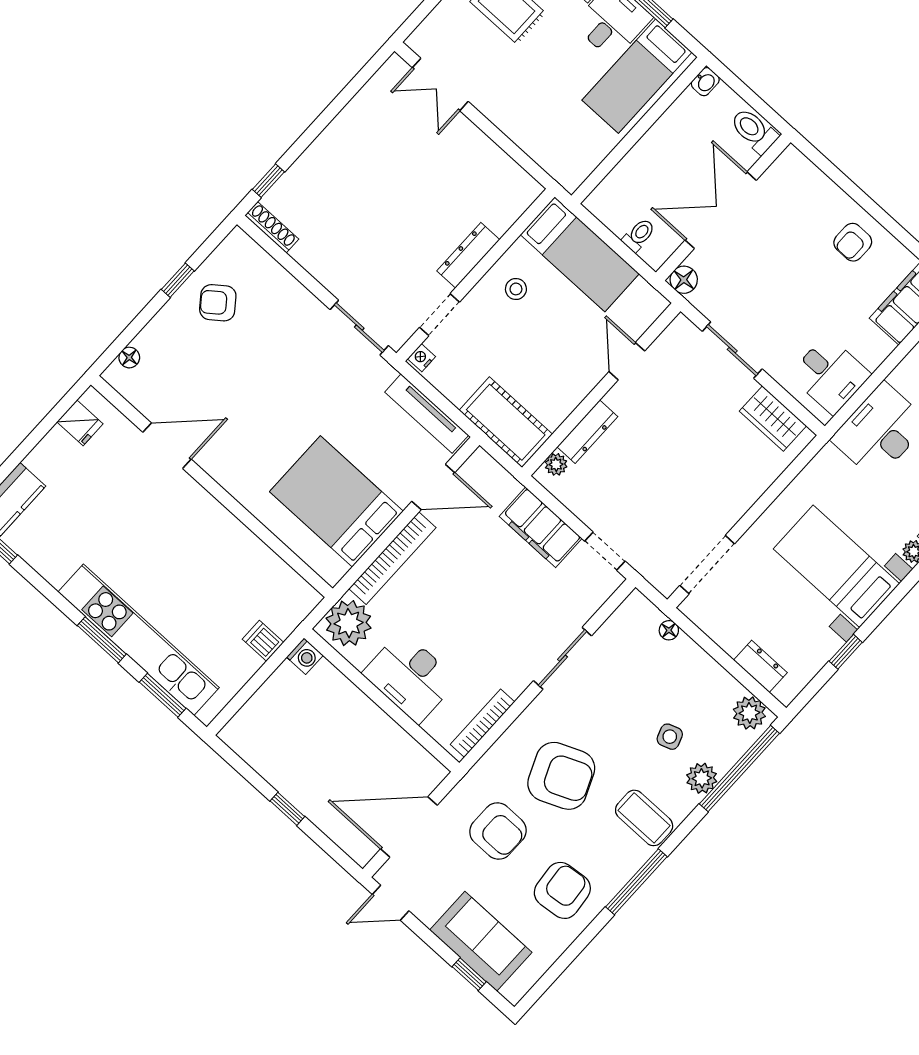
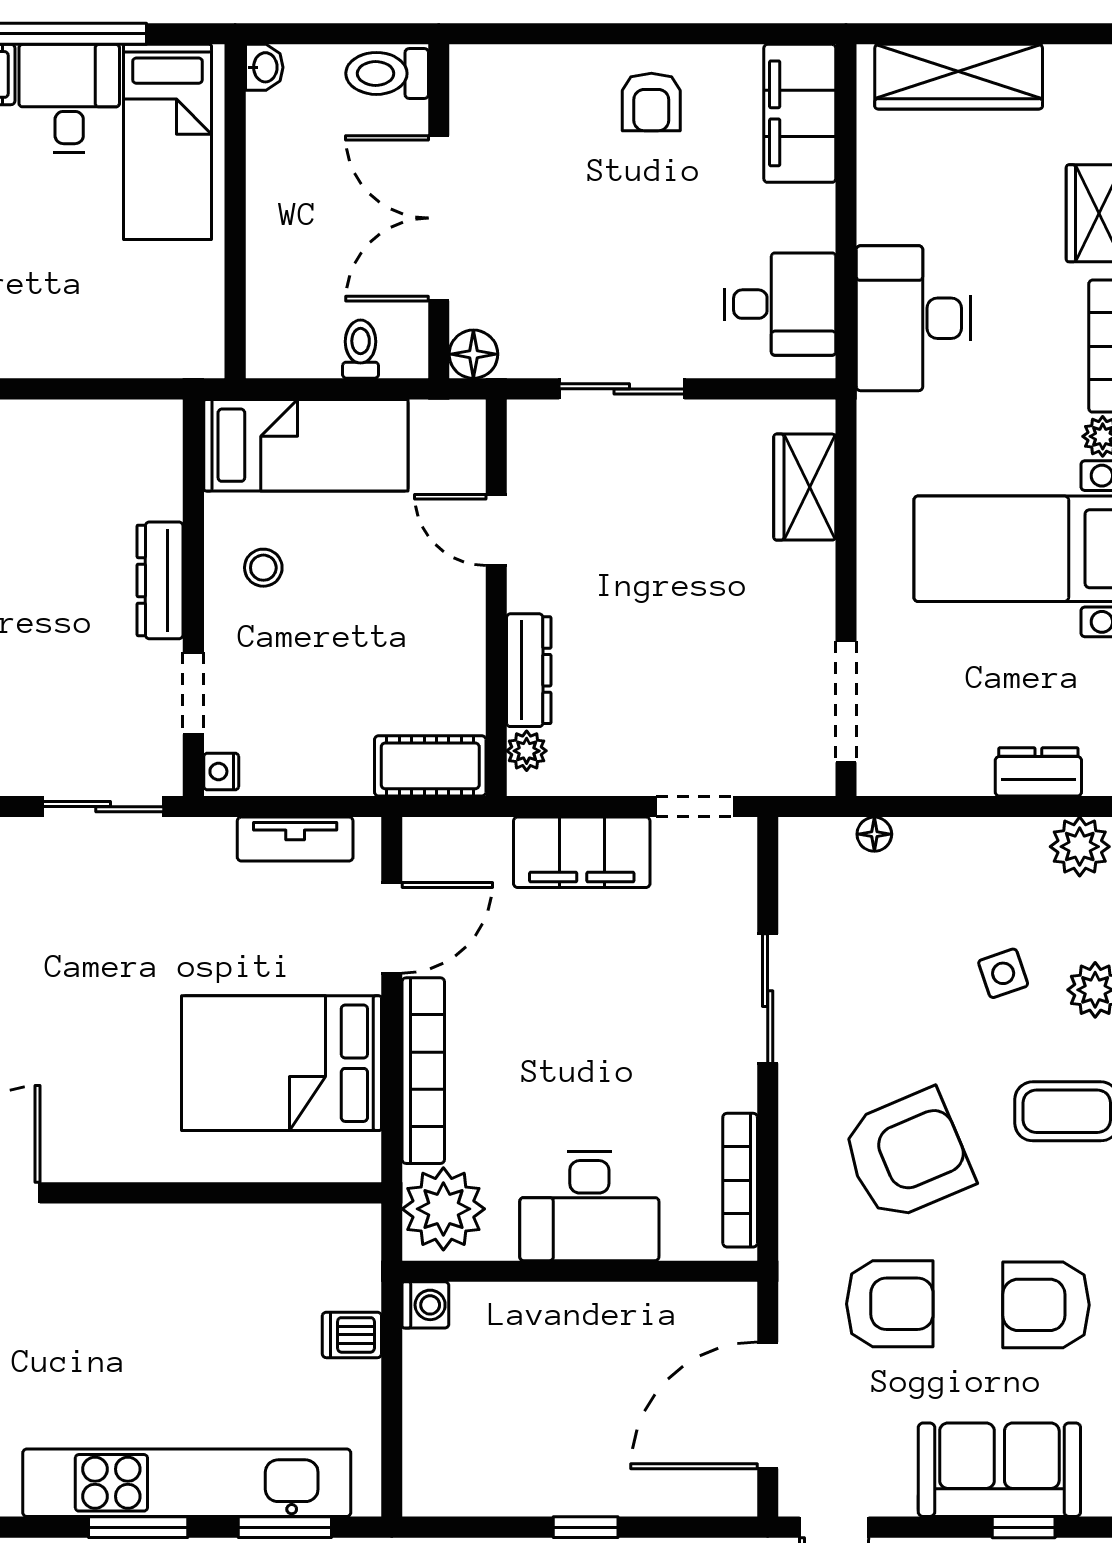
tv unit: (427, 414) -> (295, 839), width x0.71
wardrobe: (773, 418) -> (805, 487), moved, turned 90
cot: (506, 422) -> (430, 766), width x0.73, depth x0.75
armchair: (562, 890) -> (1046, 1305), turned -84

